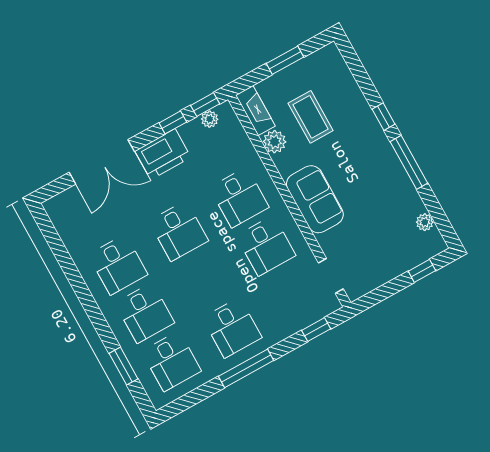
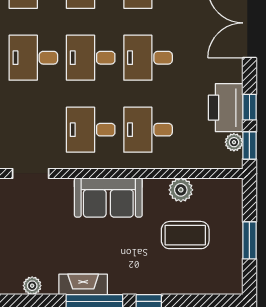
fireplace: (255, 111) -> (83, 284), moved, turned 180
printer: (163, 154) -> (226, 108), moved
desk: (205, 279) -> (91, 58), added

